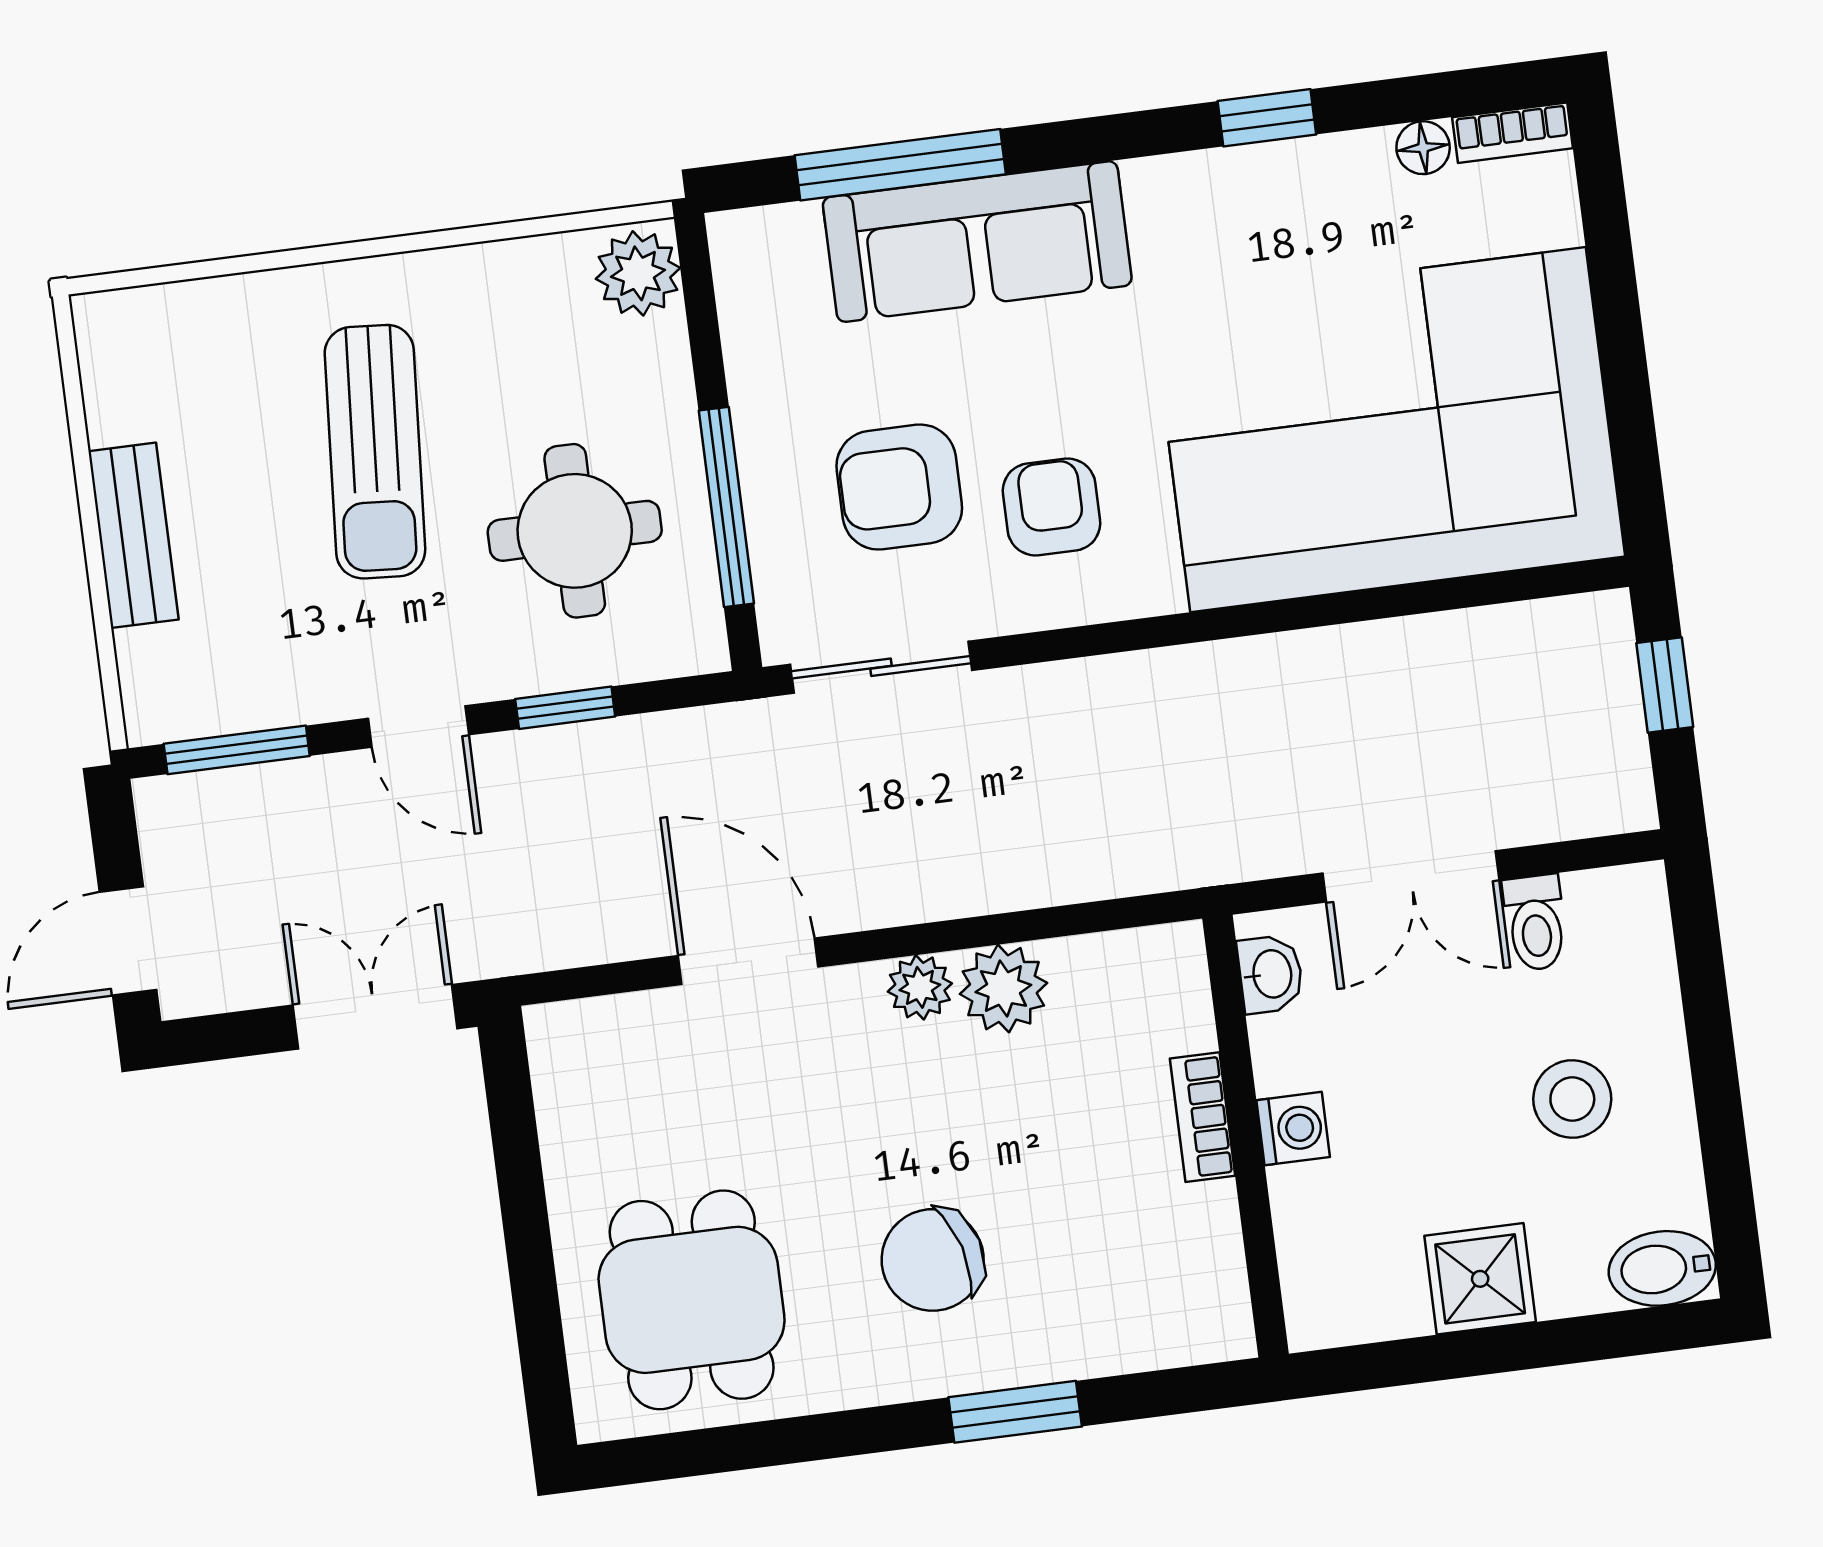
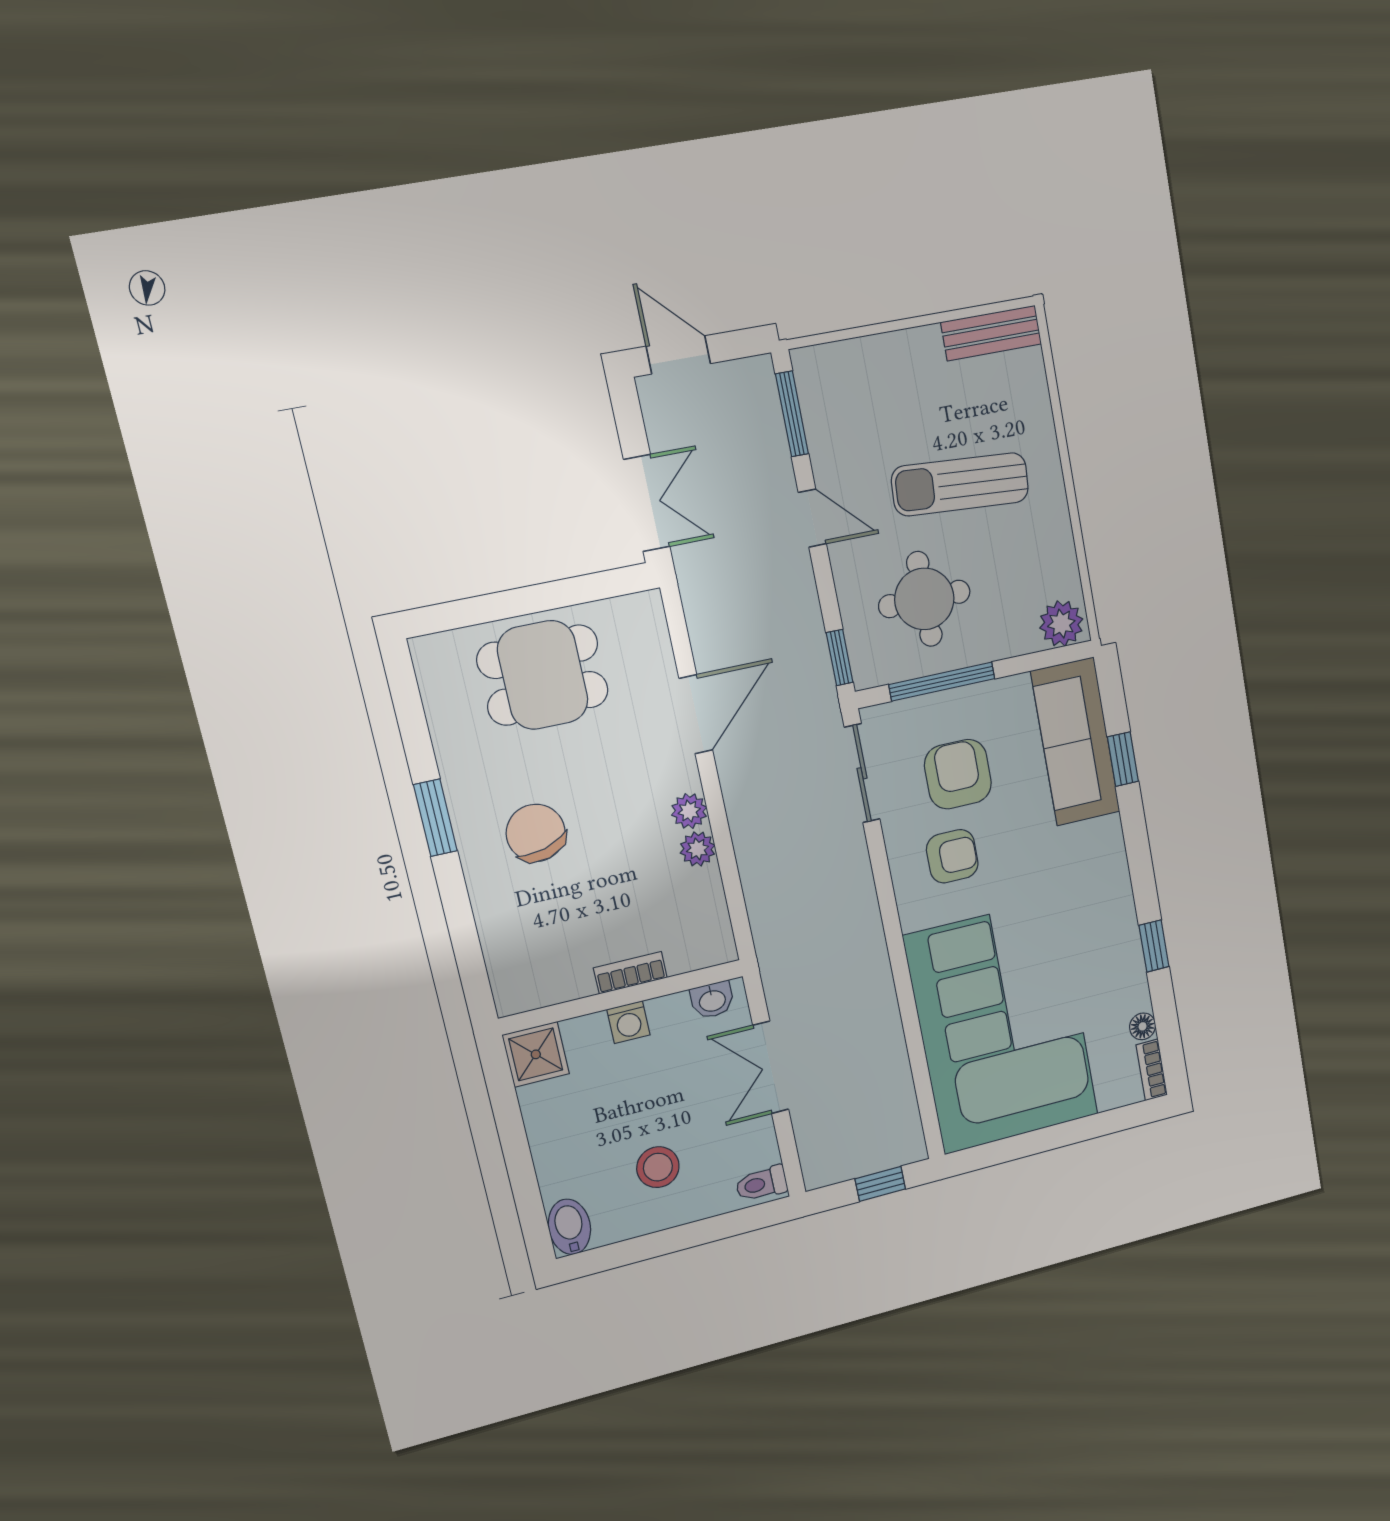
window: (900, 165) -> (1123, 759), width x0.46
sofa: (977, 242) -> (1076, 742), moved
bench: (133, 535) -> (991, 333), moved
window: (565, 708) -> (840, 658), moved
door: (418, 727) -> (812, 518), swing flipped
toilet: (1535, 923) -> (762, 1184), moved
plant: (1003, 989) -> (698, 849), width x0.73, depth x0.73
shower: (1480, 1279) -> (536, 1054), moved
dining table: (692, 1300) -> (543, 675), moved
window: (1015, 1412) -> (435, 818), moved

